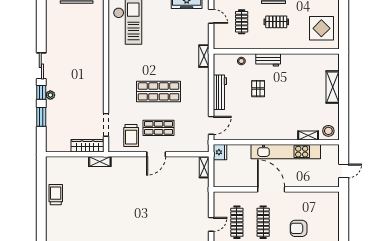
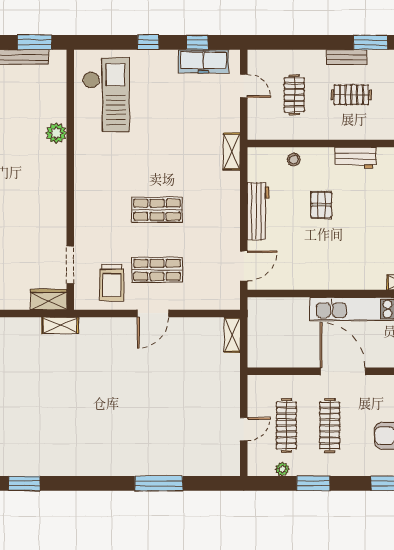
plant: (97, 45) -> (56, 133), added
workbench: (268, 60) -> (356, 158), moved
shop shelf: (159, 91) -> (157, 210), width x0.70, depth x0.74
wardrobe: (87, 146) -> (49, 299), width x0.67
fridge: (220, 152) -> (258, 310), removed

